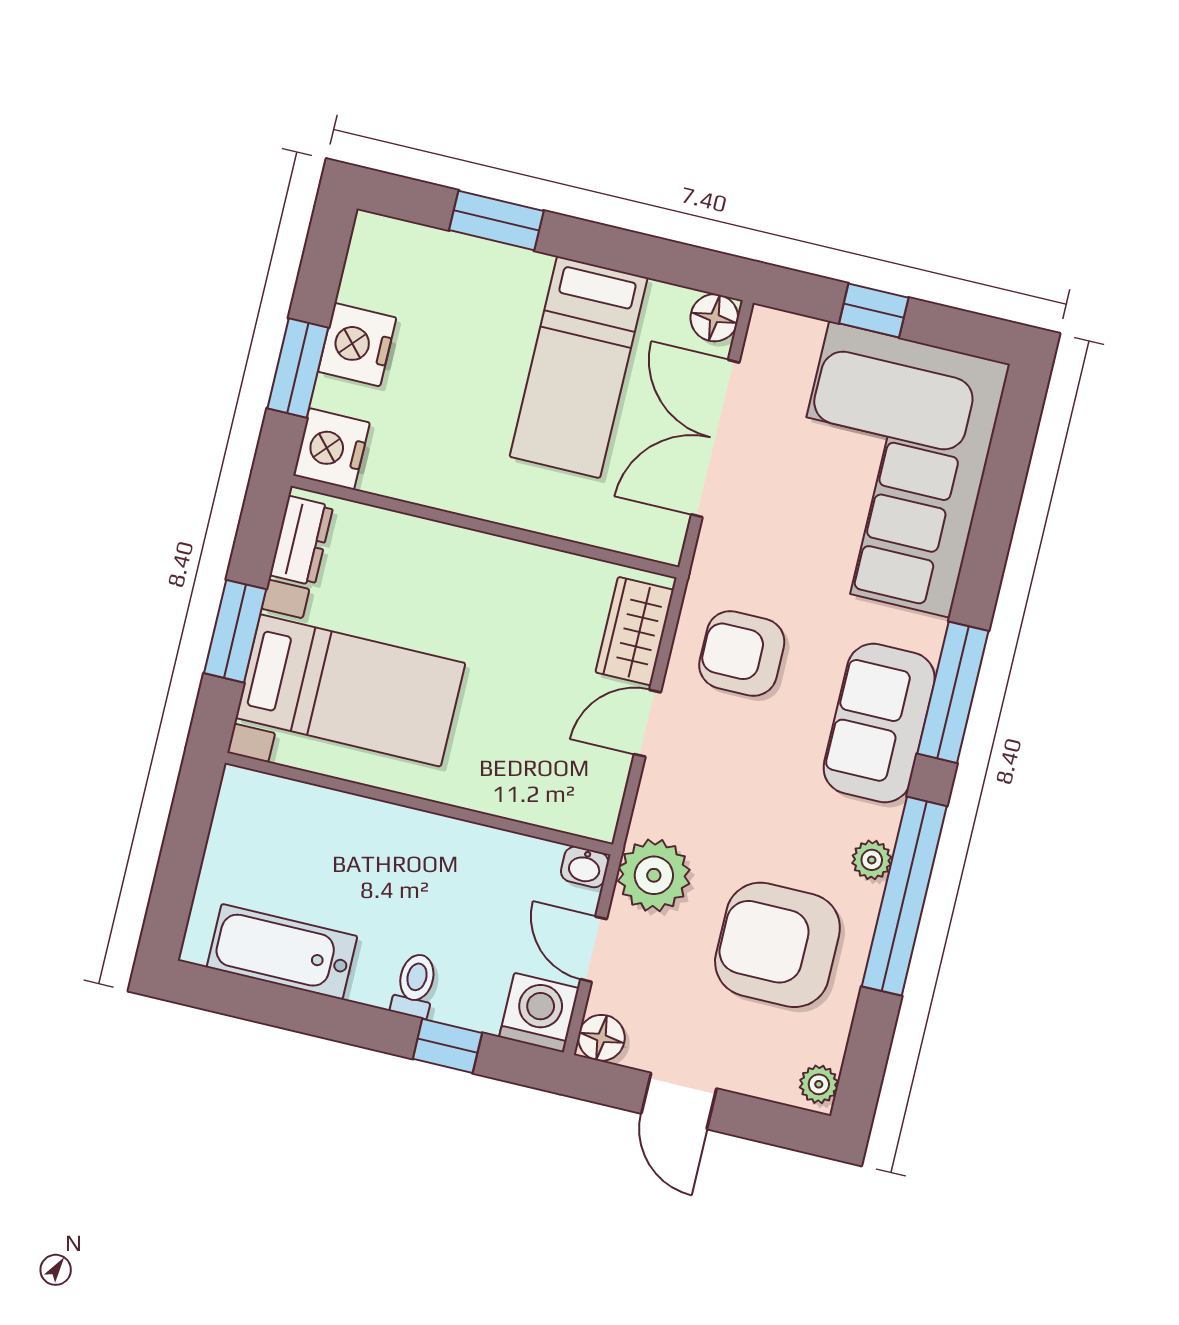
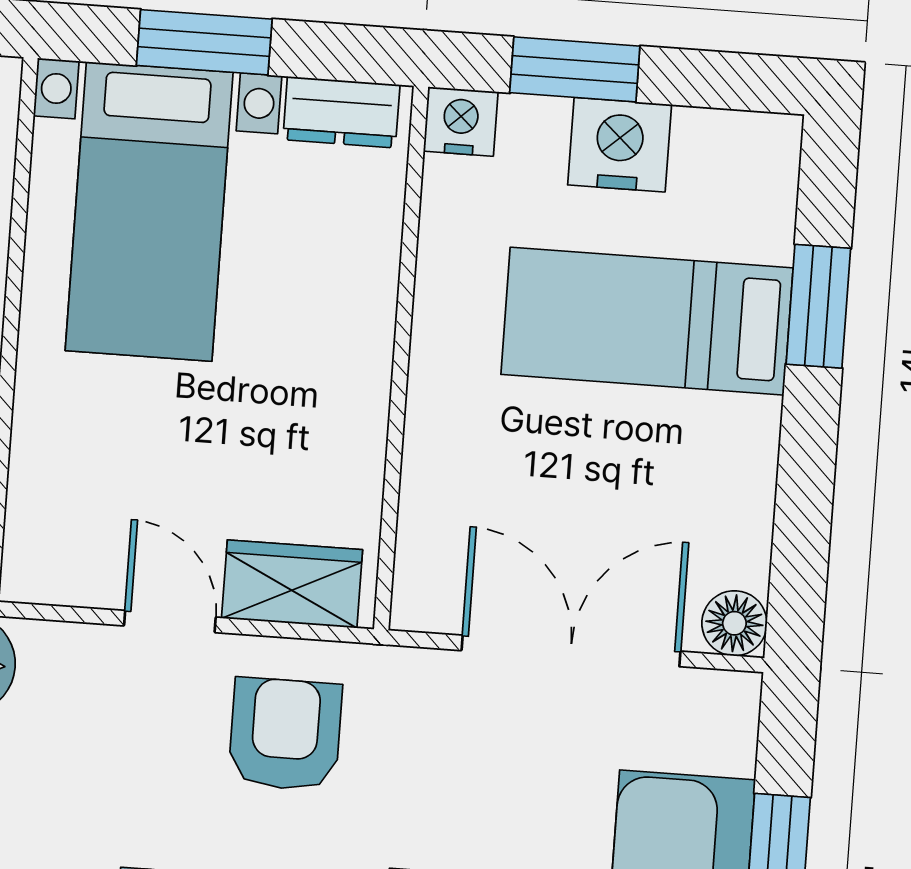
bed: (579, 367) -> (647, 321), moved
nightstand: (332, 449) -> (461, 122), width x0.74, depth x0.75

